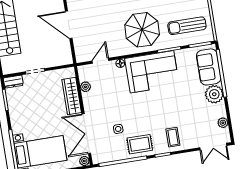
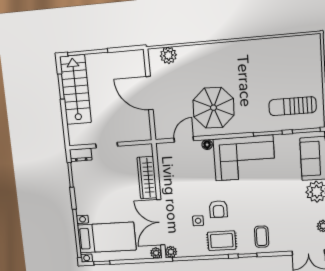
parasol: (142, 30) -> (213, 108), moved
plant: (85, 87) -> (171, 252), moved
armchair: (134, 117) -> (218, 209), added

